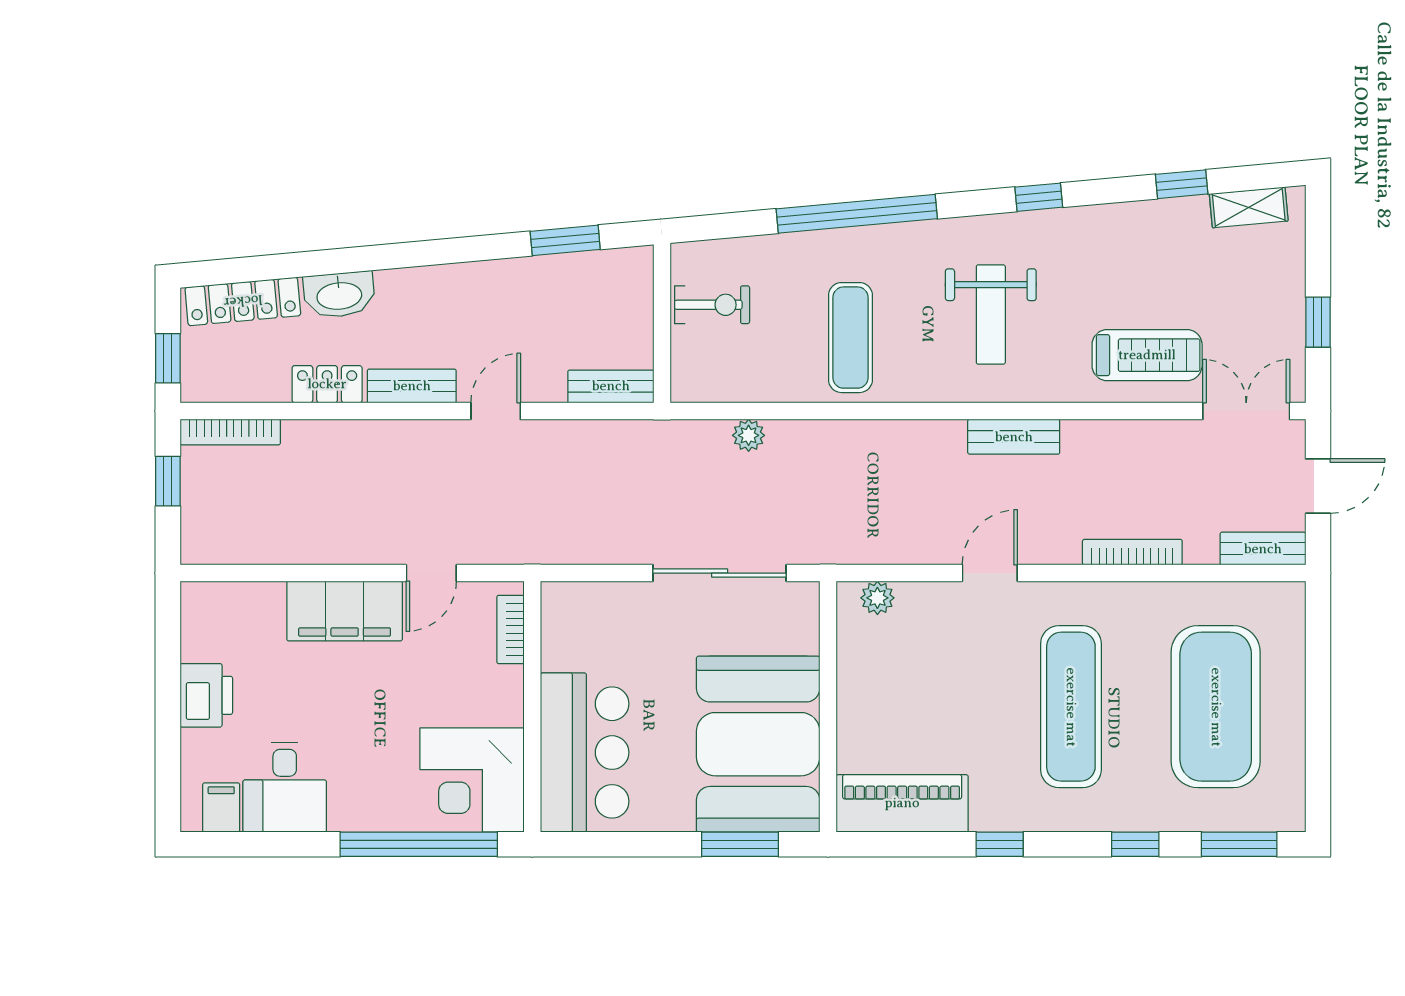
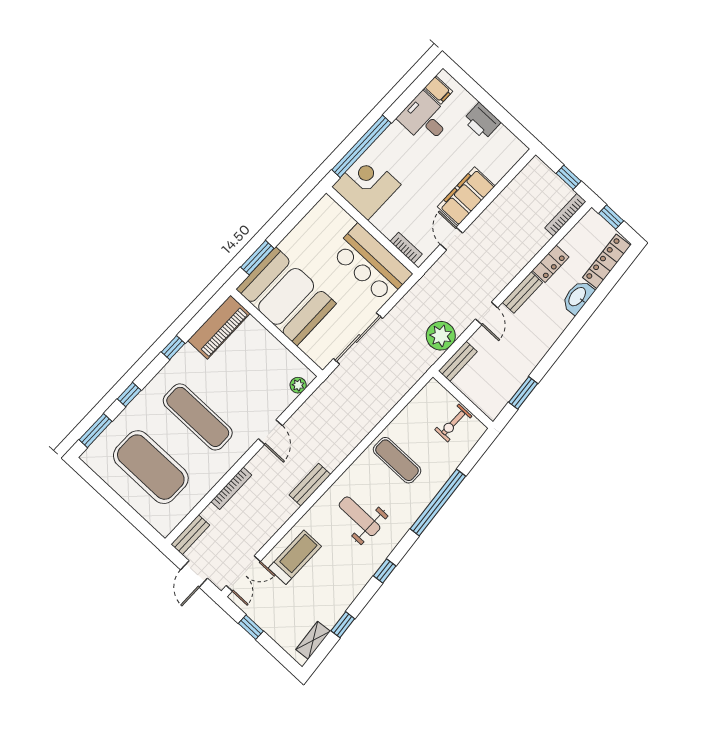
treadmill: (1147, 355) -> (295, 557), turned 180
plant: (749, 435) -> (441, 336), moved, width x1.88, depth x1.88
bar counter: (585, 753) -> (371, 263), moved

